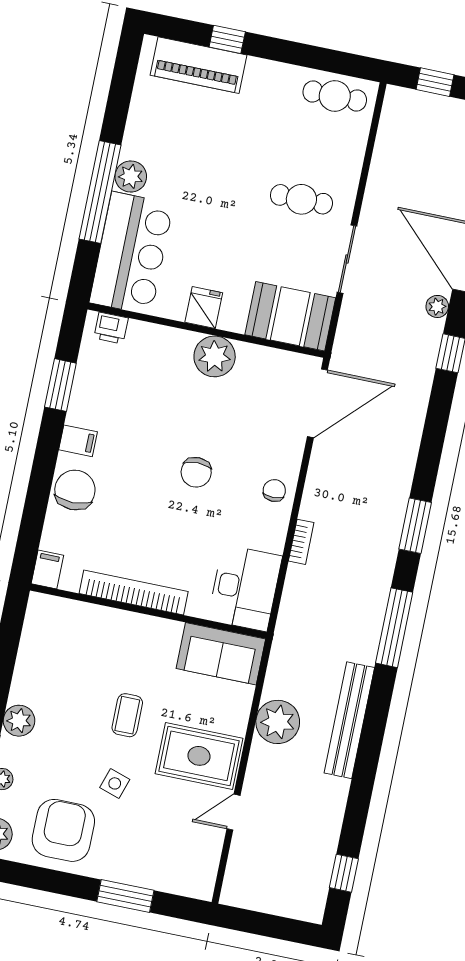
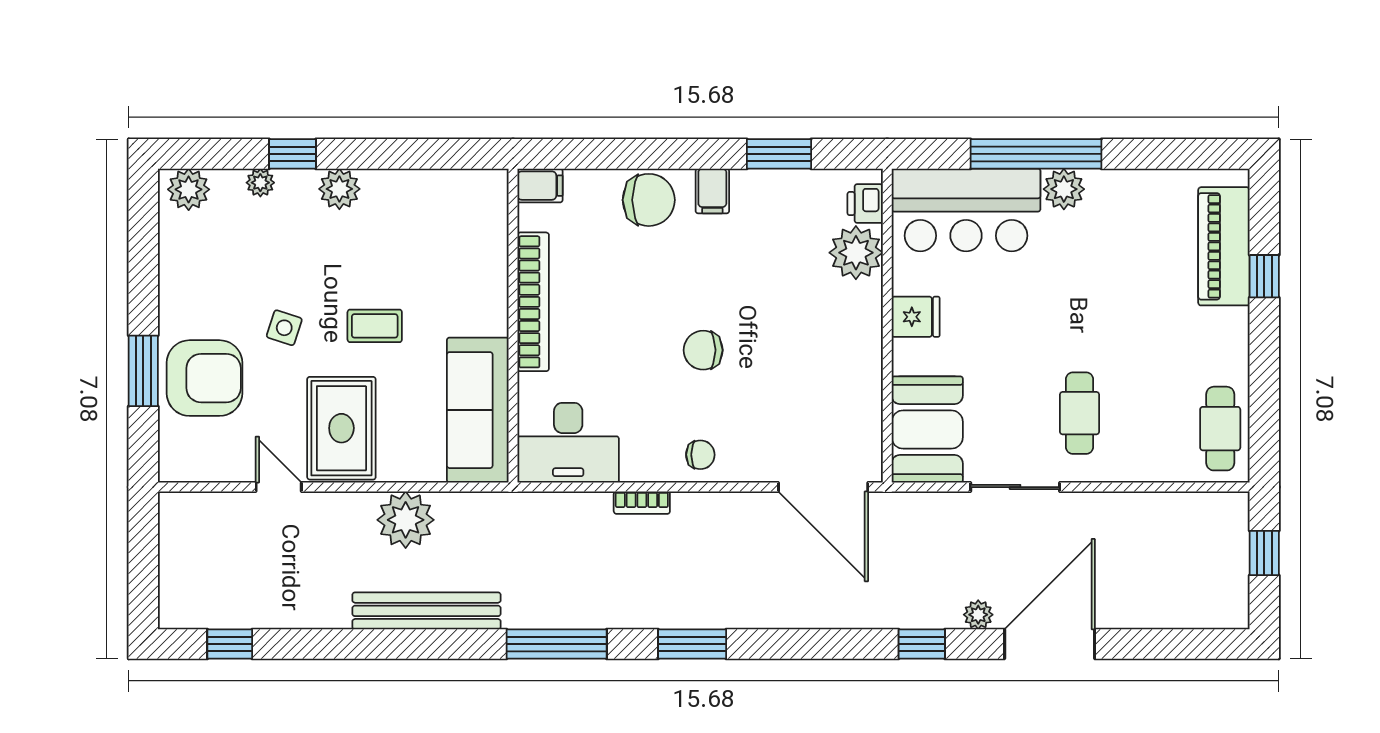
plant: (215, 356) -> (856, 253), moved
sofa: (221, 654) -> (478, 410), width x1.36
armchair: (63, 830) -> (205, 378), moved

